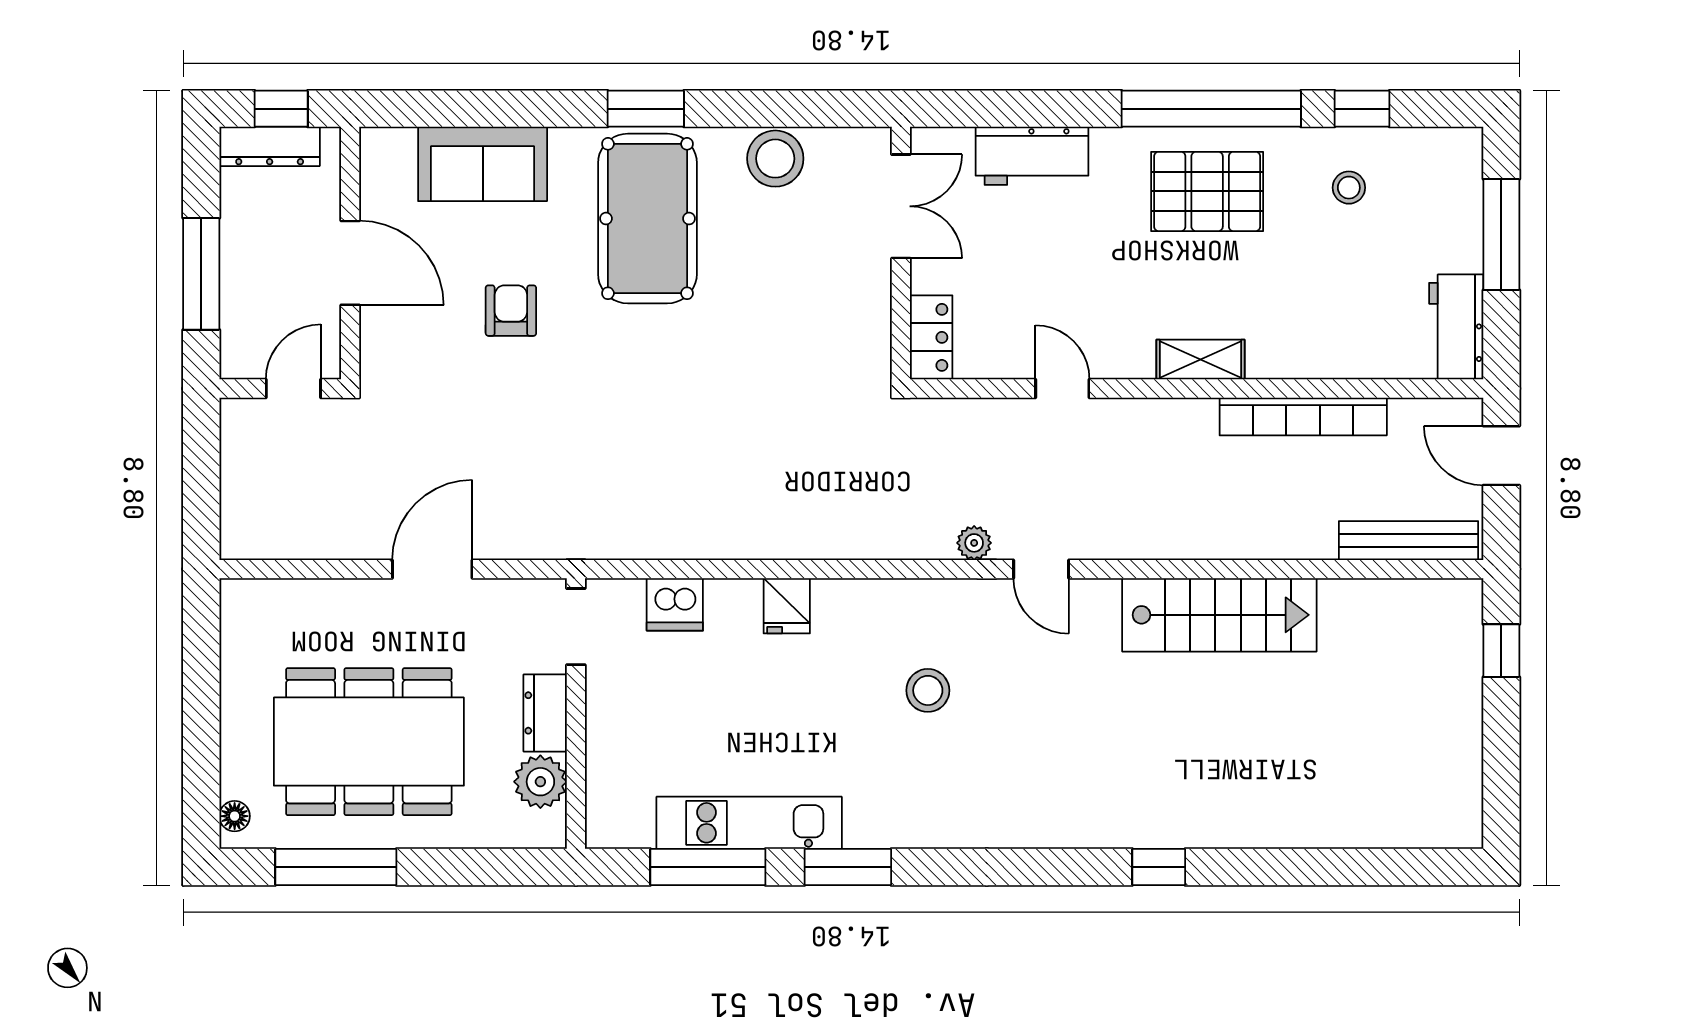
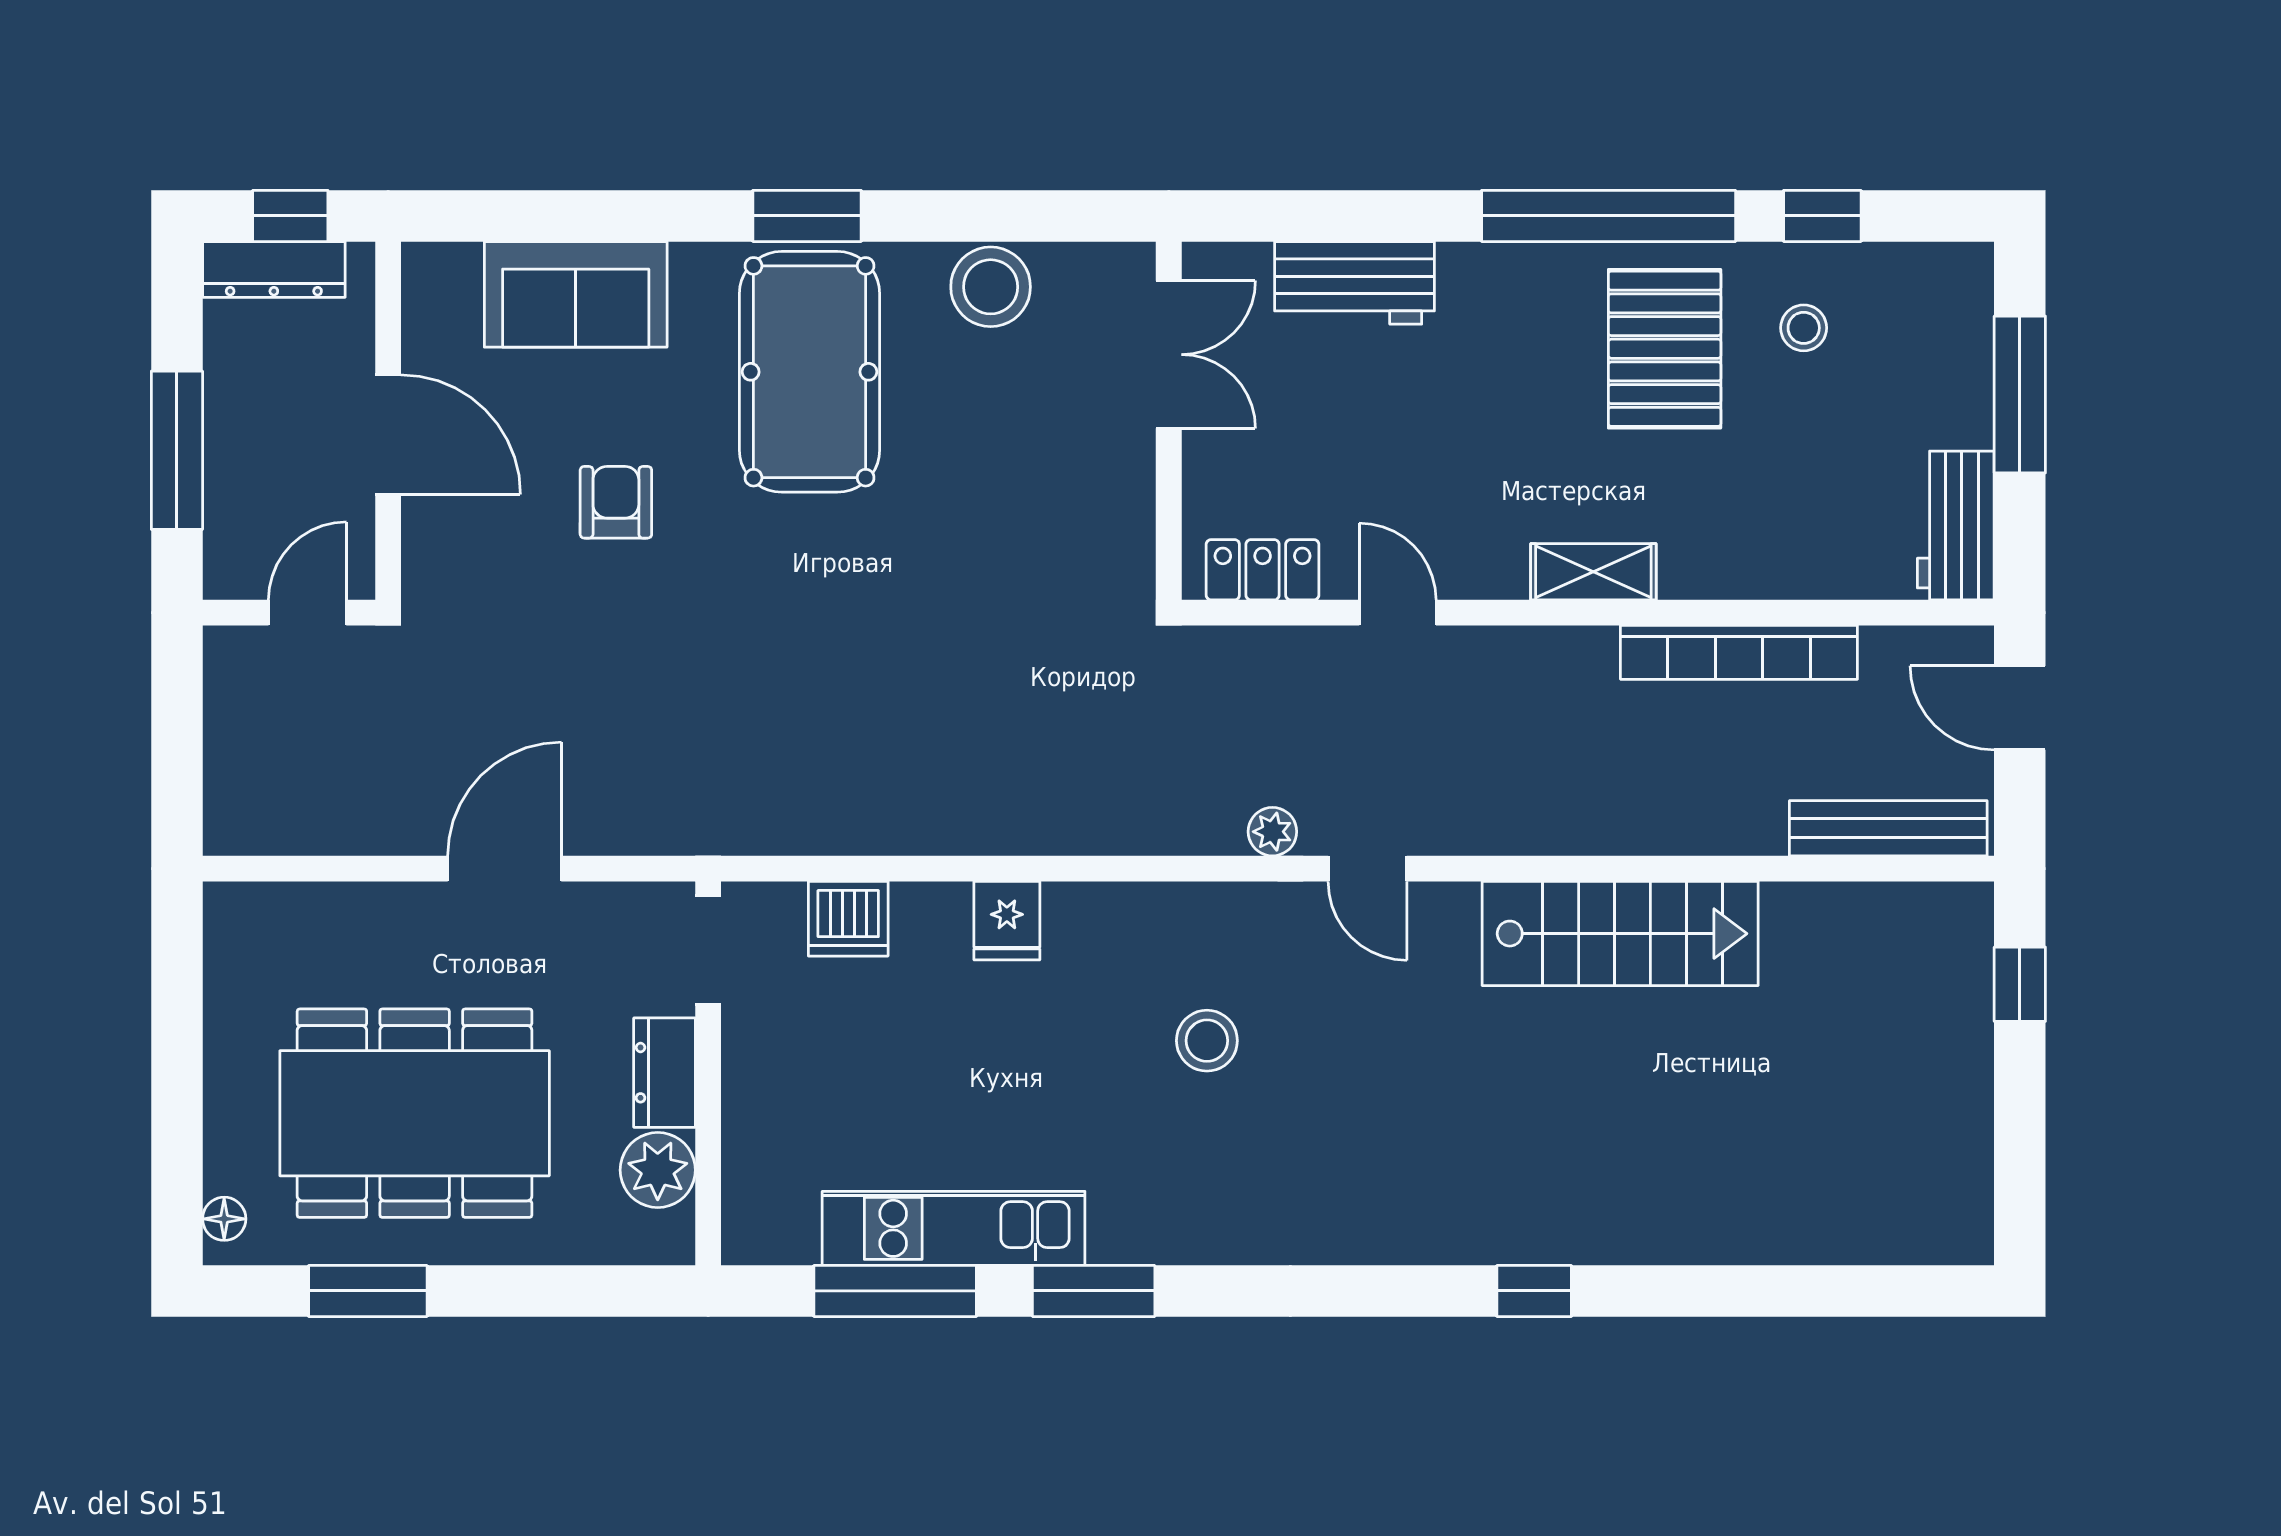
pallet: (1207, 191) -> (1665, 349), moved, turned 90
locker: (931, 337) -> (1263, 570), moved, turned -90
window: (336, 867) -> (368, 1291), width x0.69

